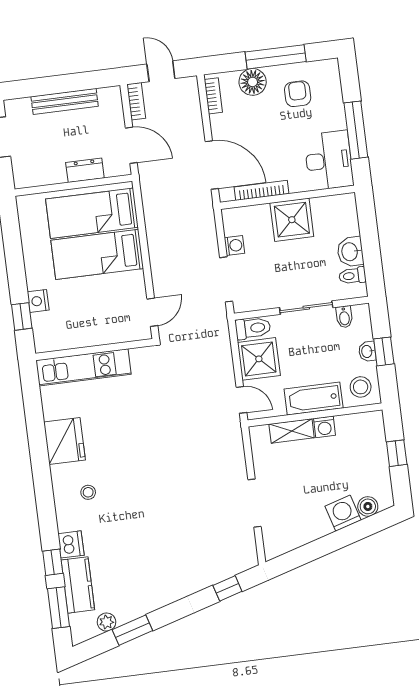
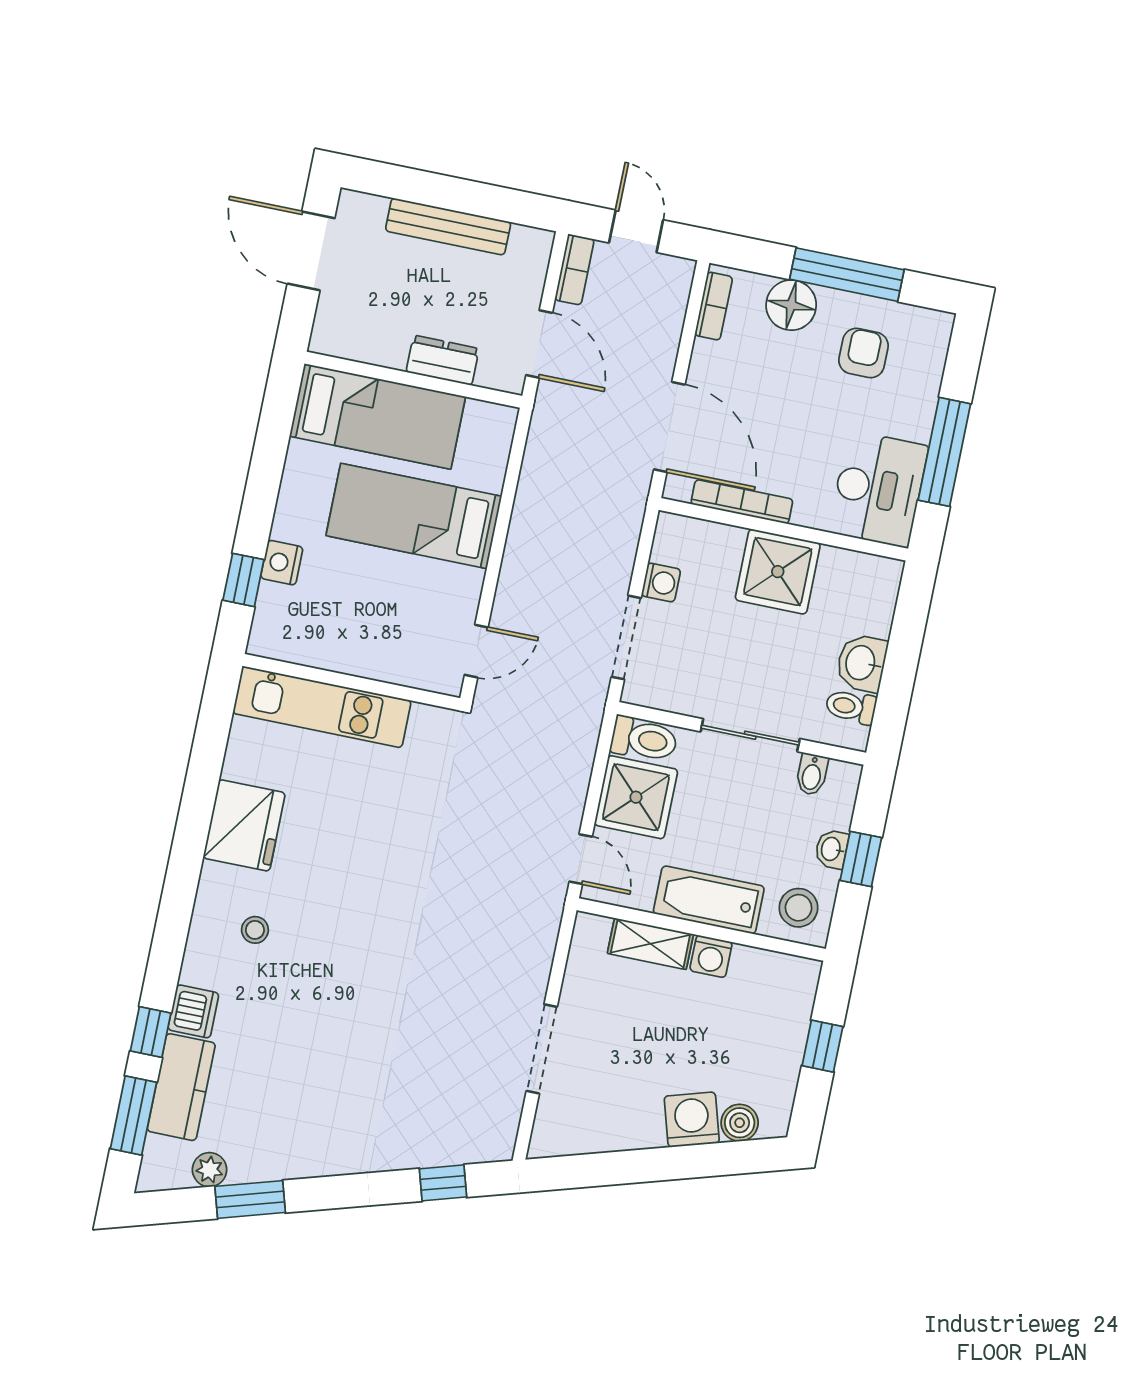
bed: (92, 213) -> (377, 416), moved, turned 180

